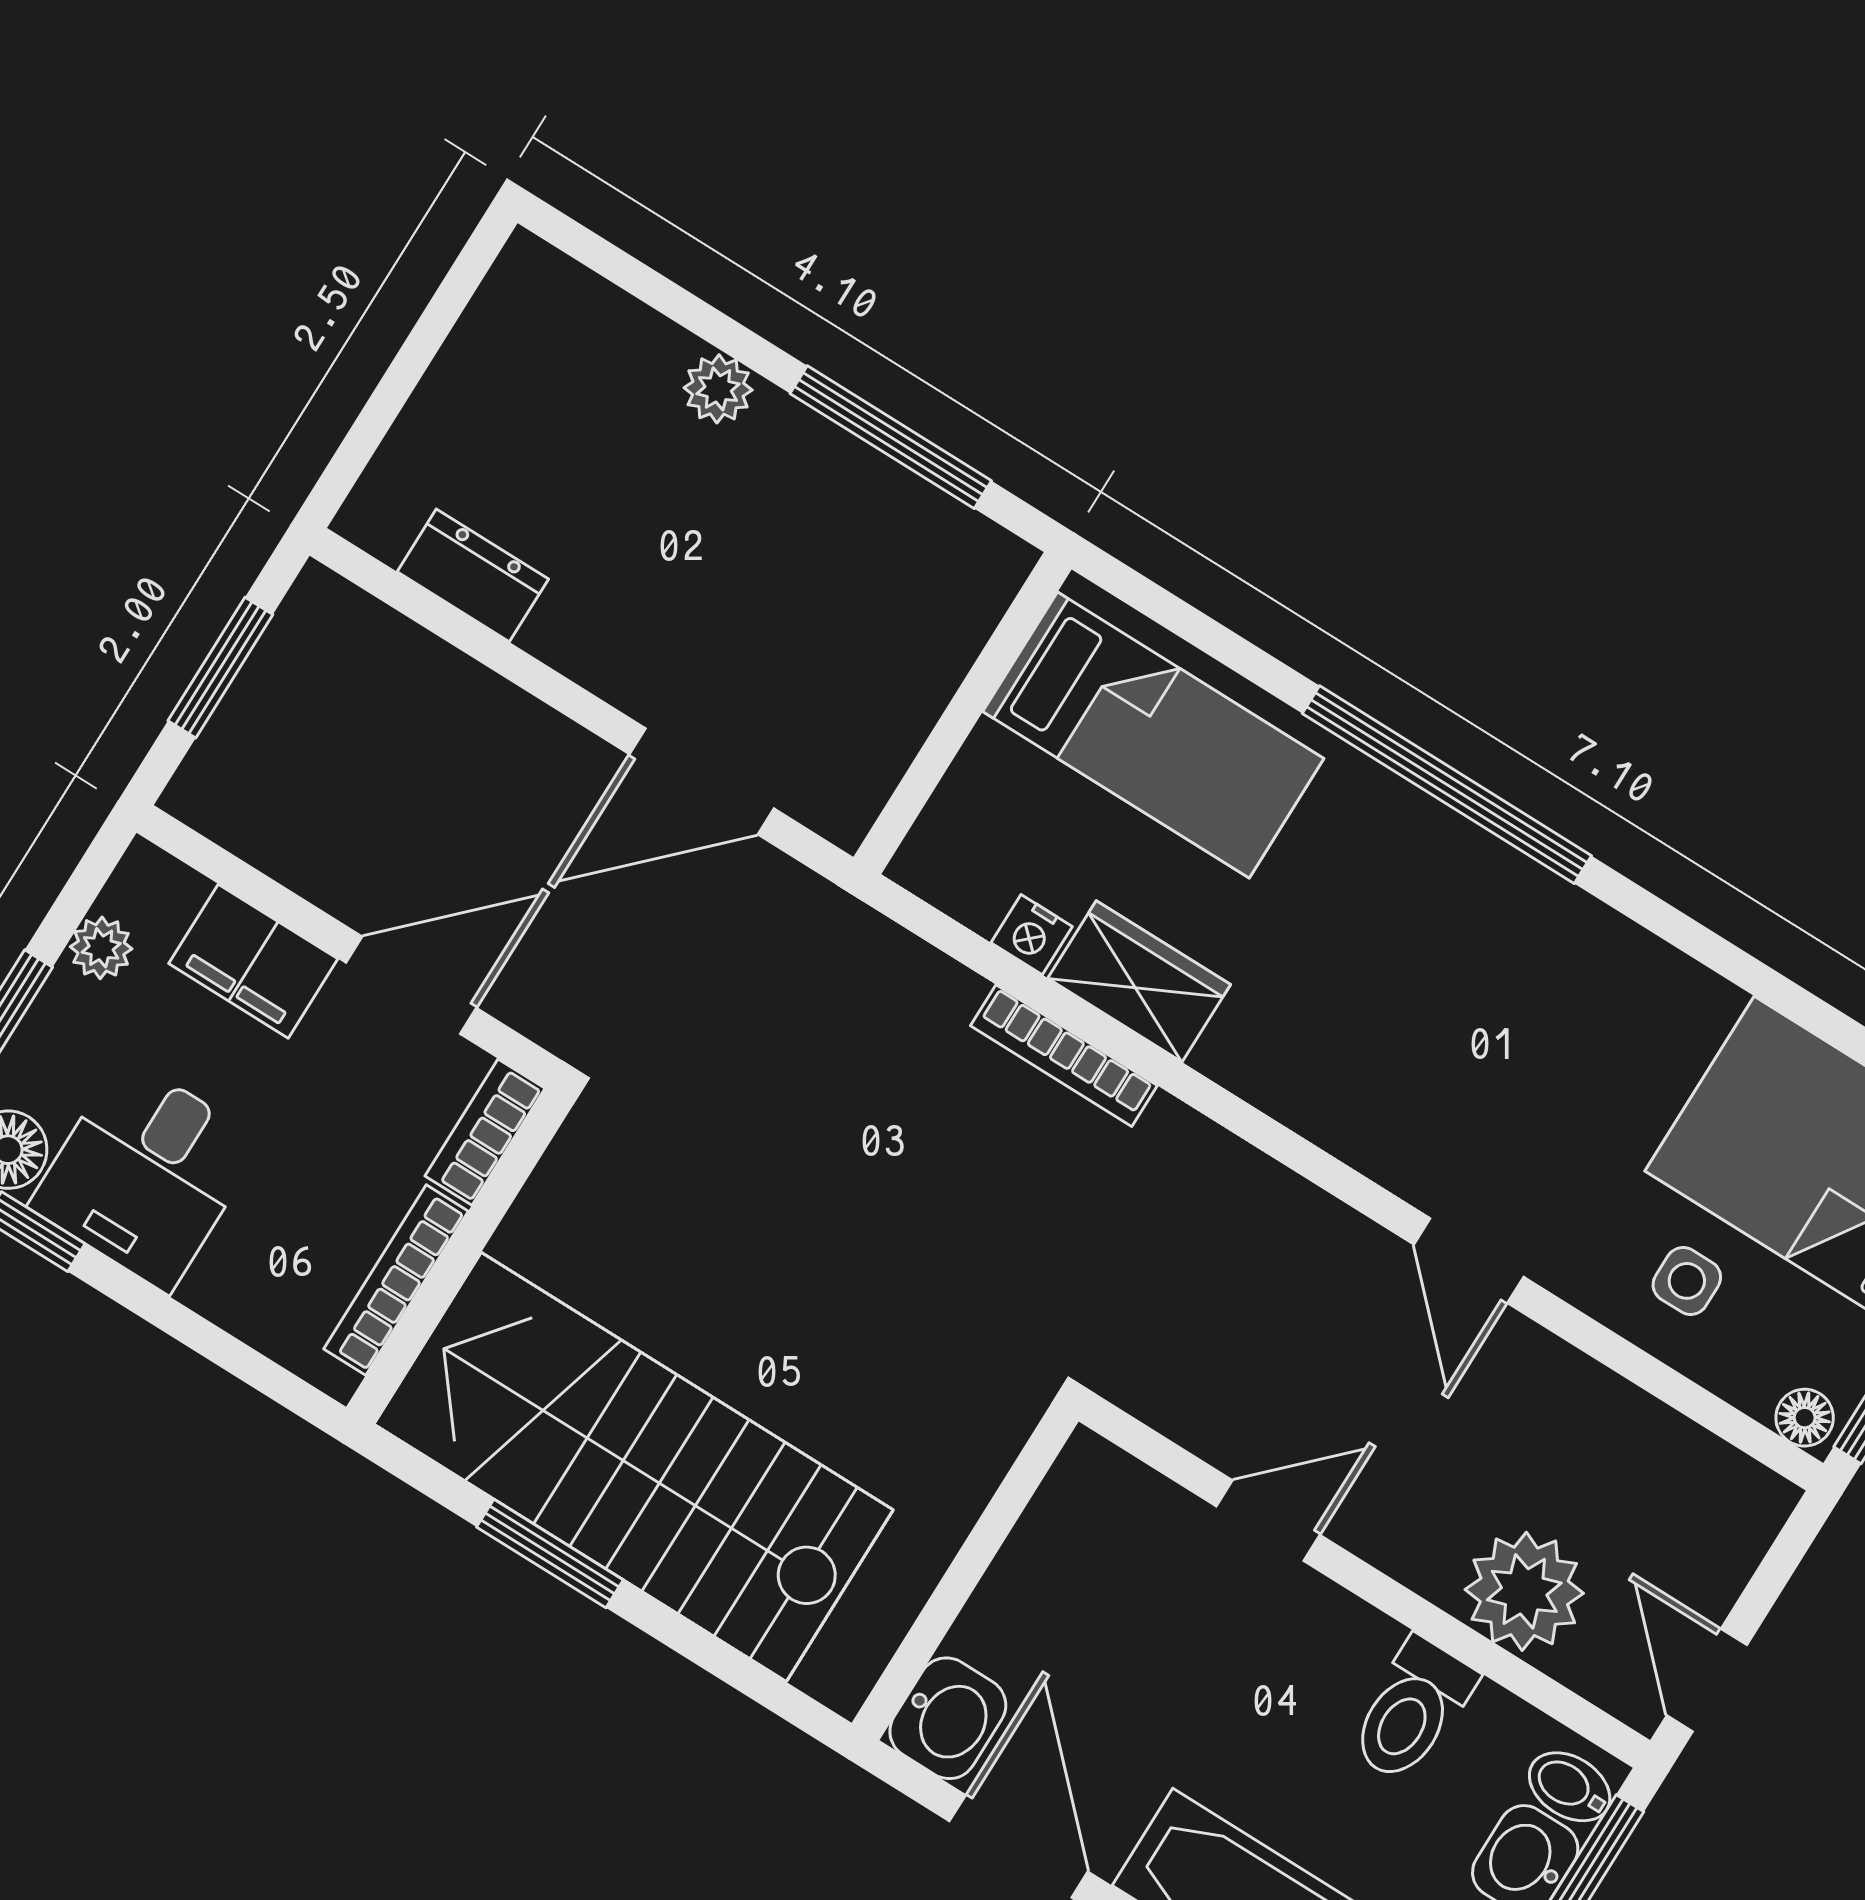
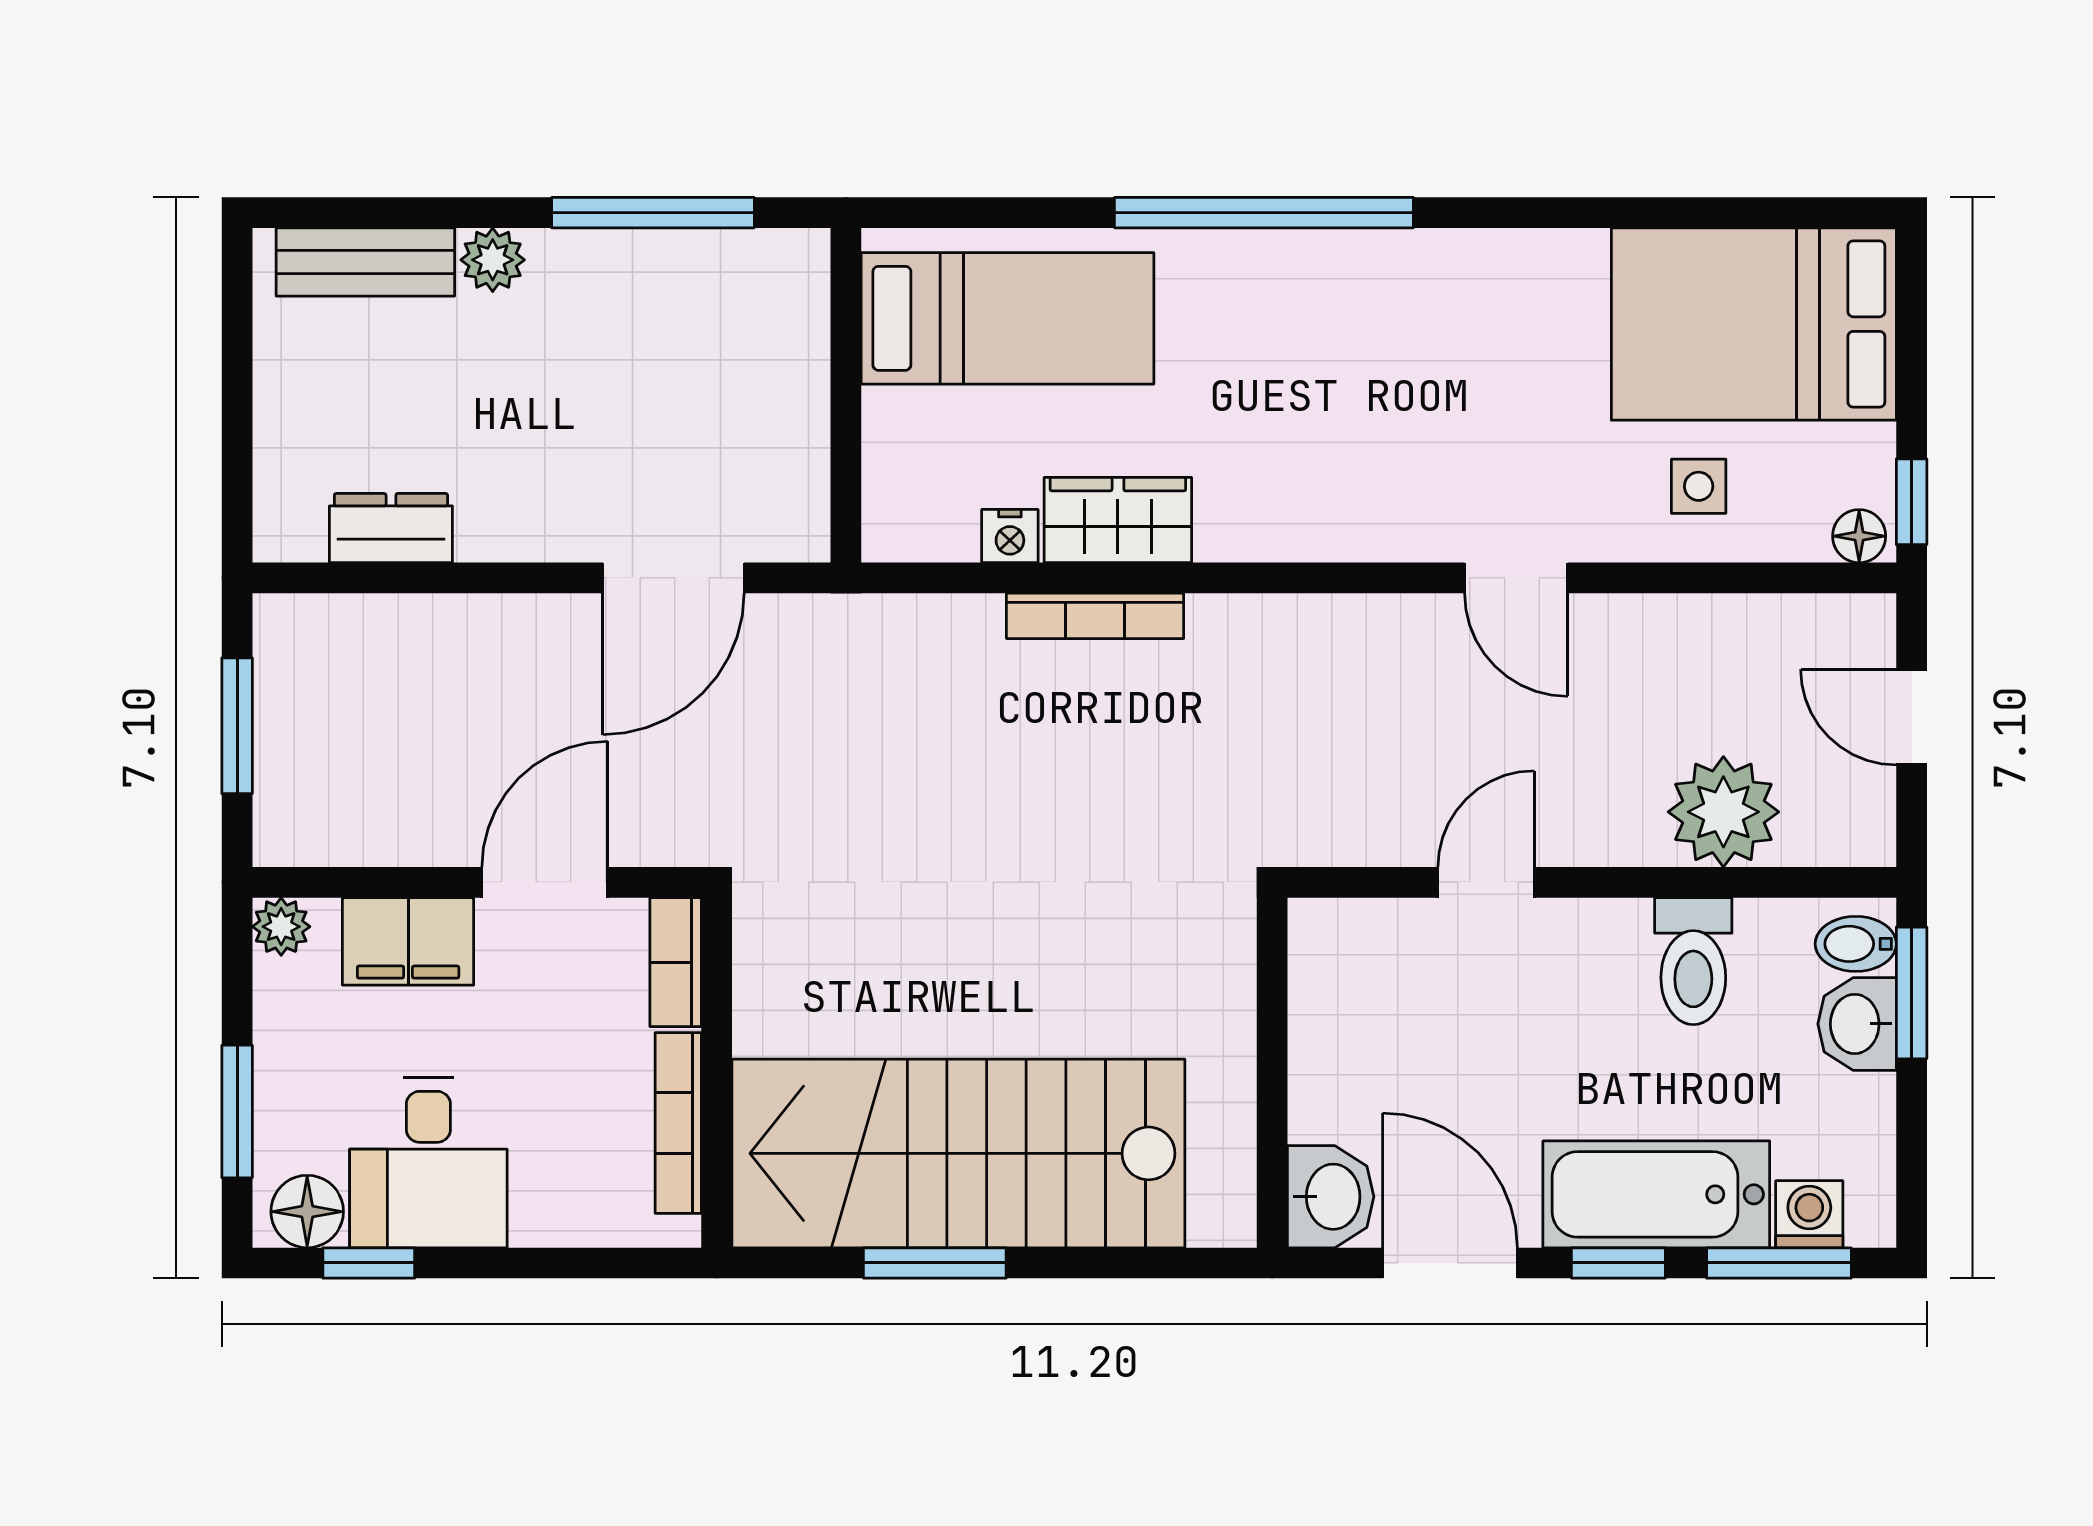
bench: (601, 318) -> (365, 262), added
plant: (101, 948) -> (281, 927), moved
door: (1707, 1680) -> (1912, 717), moved

